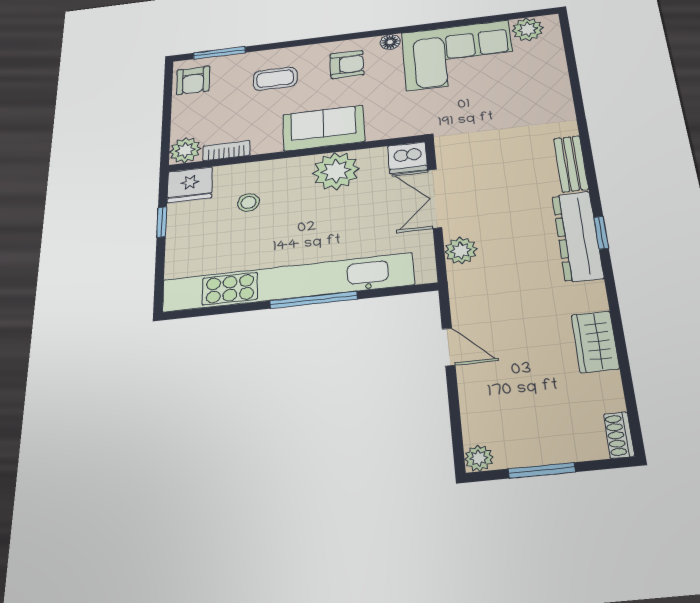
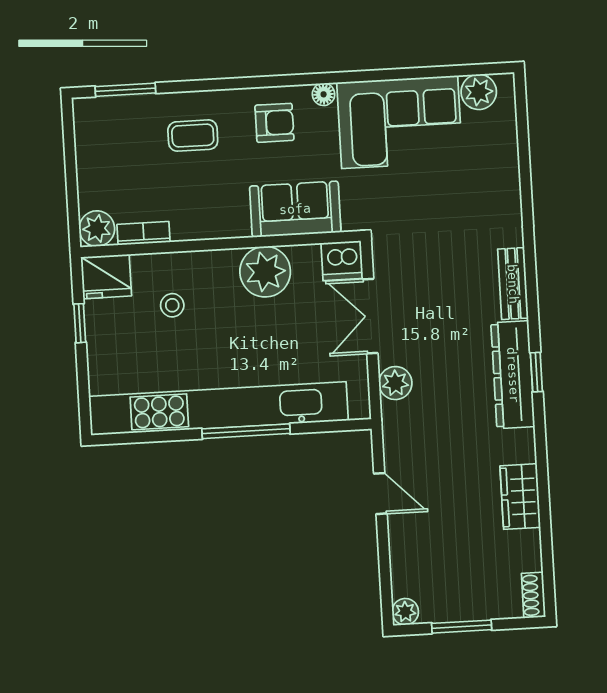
armchair: (193, 80) -> (98, 128), removed
sofa: (324, 128) -> (295, 209), moved

